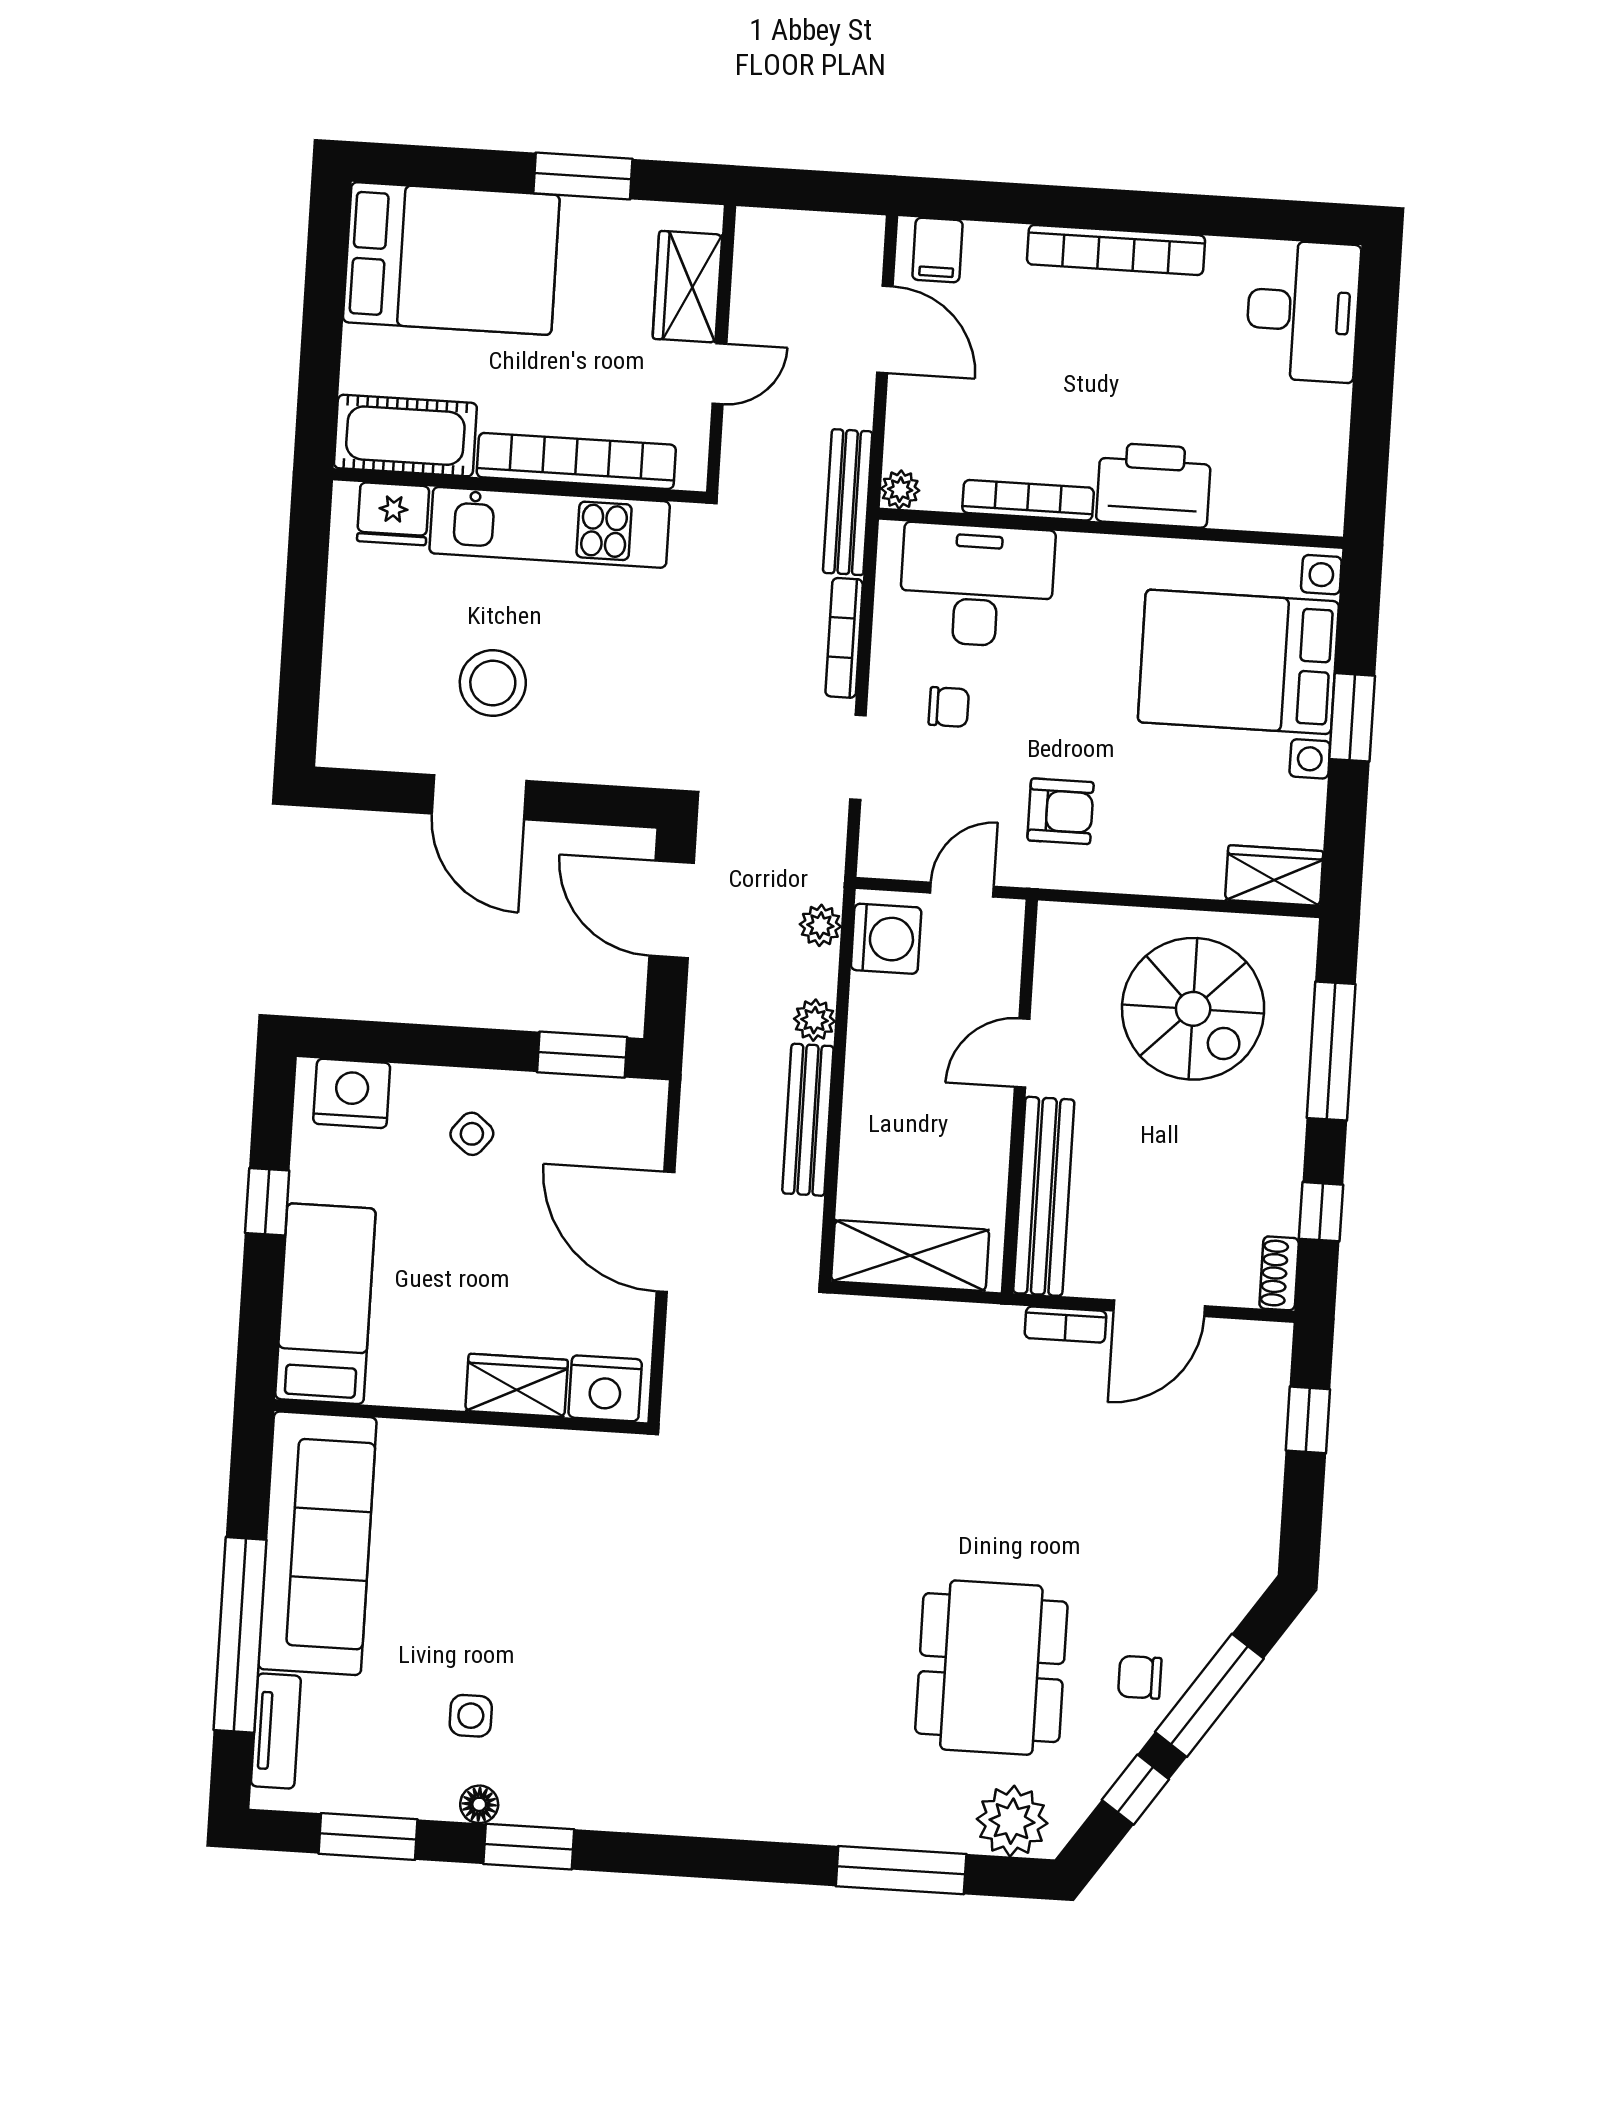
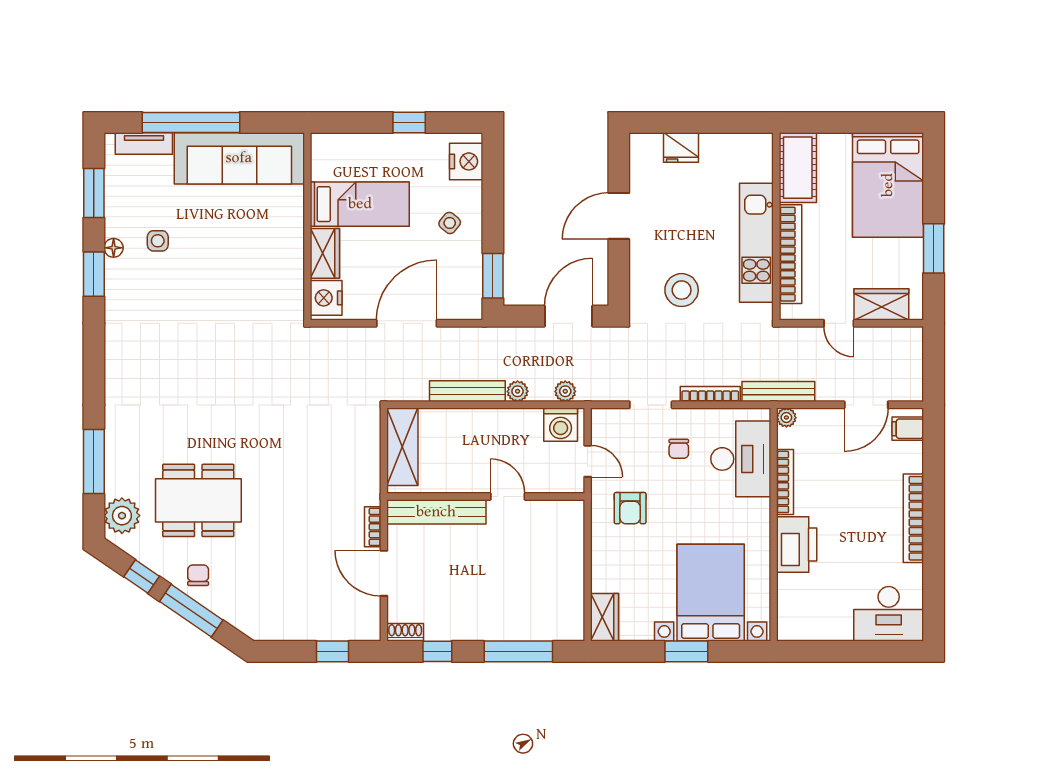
fridge: (393, 514) -> (681, 148), moved, turned -90
stool: (493, 683) -> (682, 290), moved
spiral stairs: (1193, 1009) -> (535, 581), removed
bed: (325, 1304) -> (360, 204), moved

